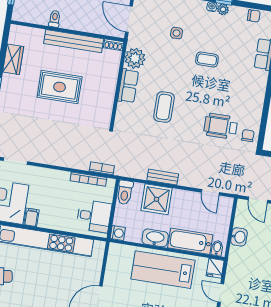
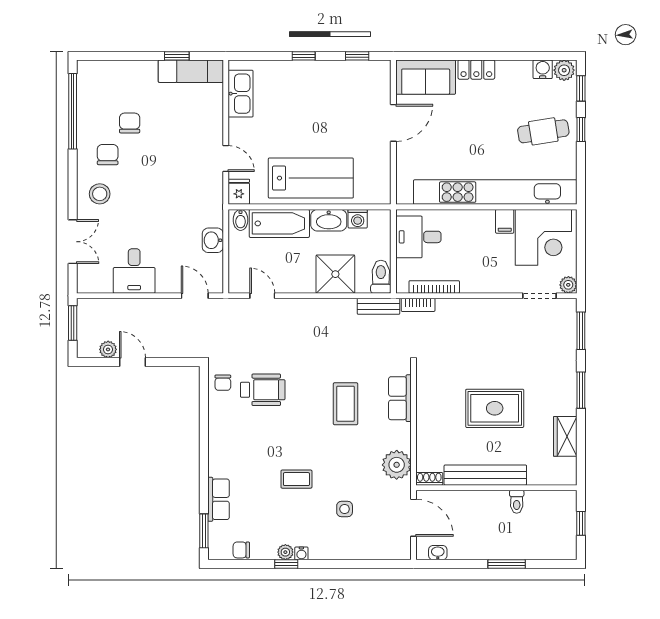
row of seats: (128, 86) -> (400, 398), moved
bench: (163, 177) -> (378, 306), moved
washing machine: (118, 233) -> (358, 219), moved, turned -90

